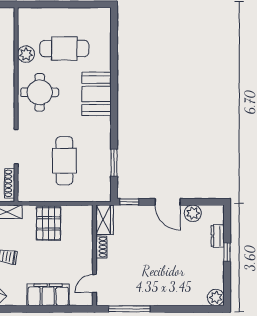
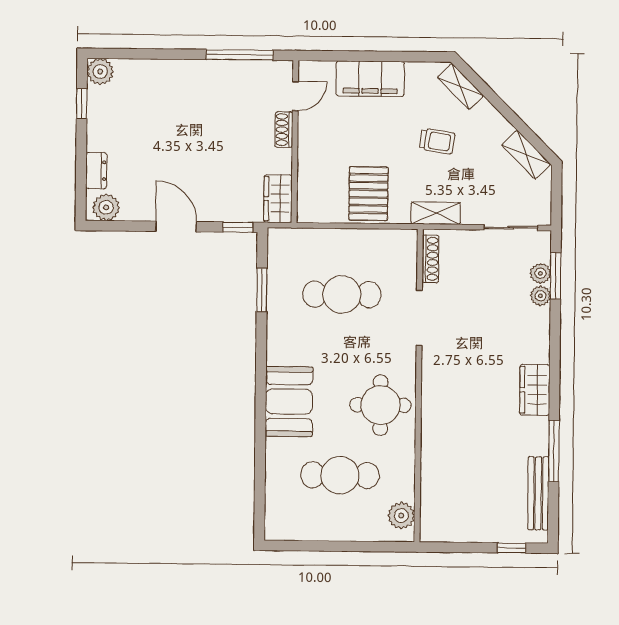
plant: (26, 54) -> (401, 516), moved
cafe table: (64, 161) -> (342, 294), turned 90
plant: (193, 213) -> (106, 207), moved
shoe rack: (101, 247) -> (284, 130), moved
window: (227, 252) -> (82, 104), moved

